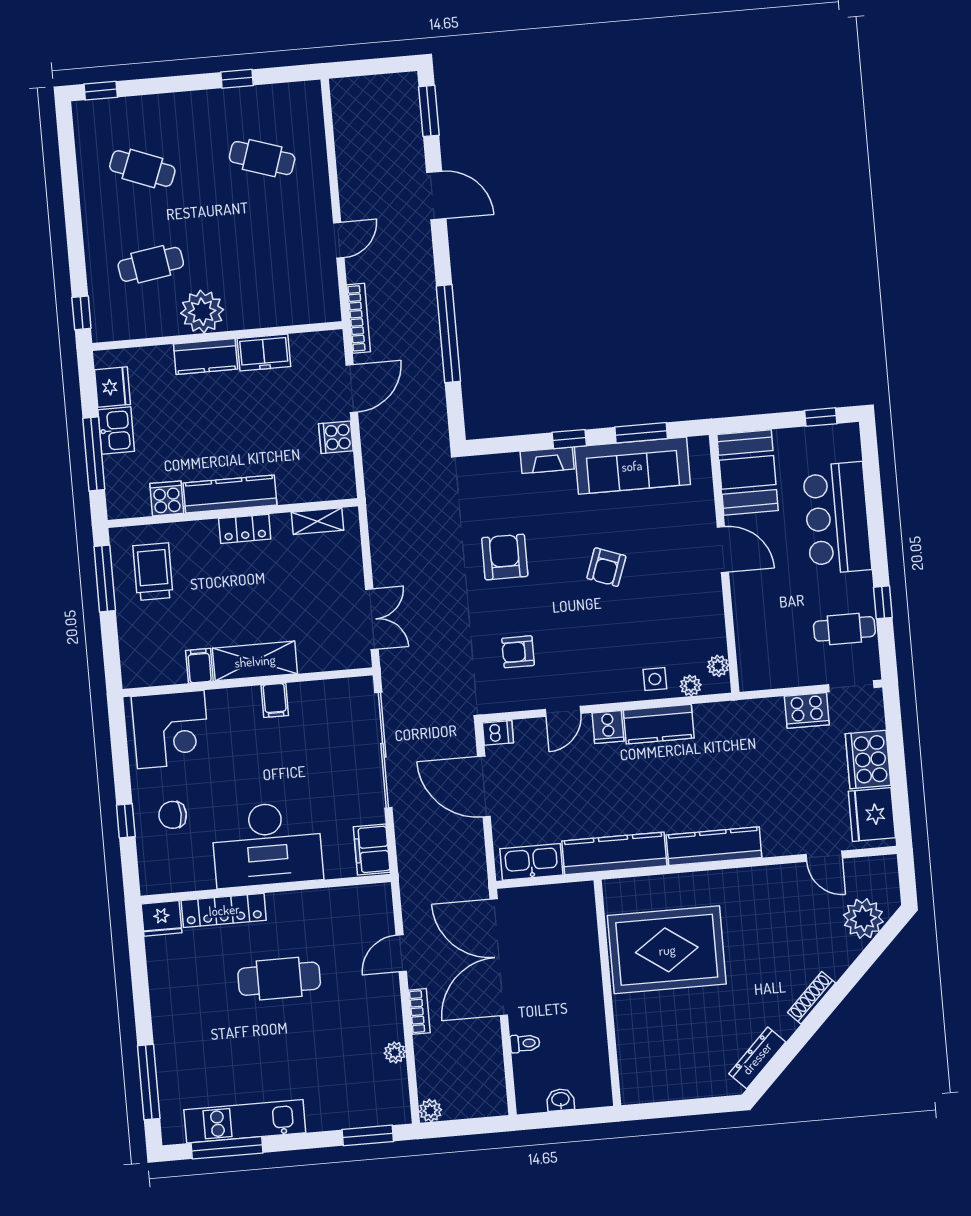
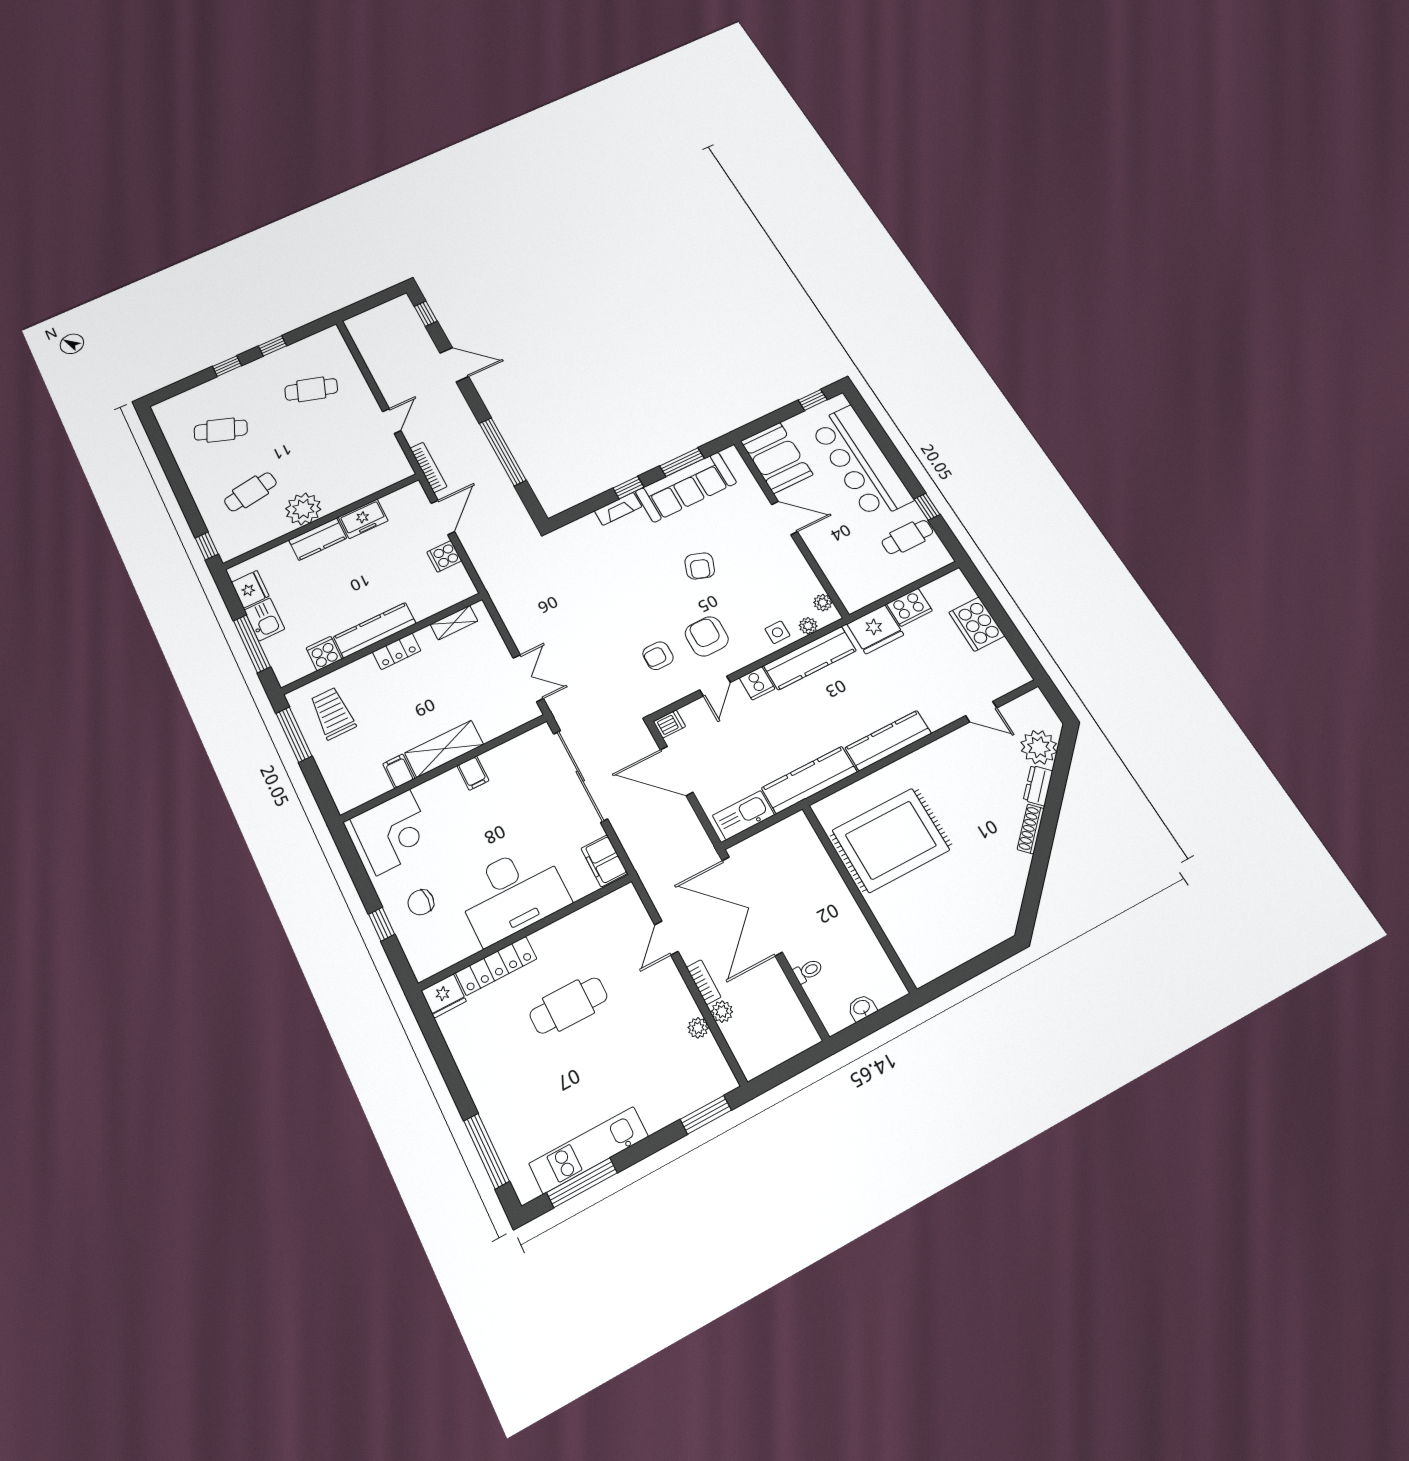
window: (101, 91) -> (227, 366), moved
window: (429, 111) -> (426, 314), width x0.67
bar counter: (837, 518) -> (861, 462), width x1.36
armchair: (505, 557) -> (707, 636), moved
doorway: (851, 686) -> (935, 576), removed
kitchen counter: (659, 724) -> (810, 658), width x1.50
fridge: (872, 815) -> (875, 629), moved, turned -90
dresser: (757, 1058) -> (1038, 786), moved, width x0.70
plant: (430, 1111) -> (722, 1012), moved

